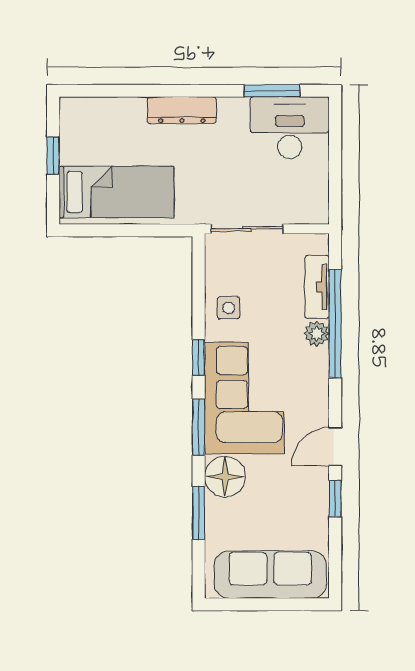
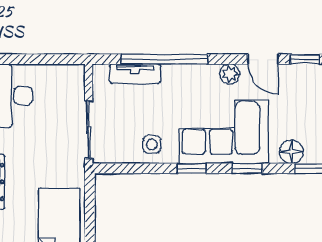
plant: (317, 334) -> (230, 74), moved
window: (199, 427) -> (247, 168), width x0.67
floor lamp: (225, 477) -> (291, 152), width x0.73, depth x0.73

